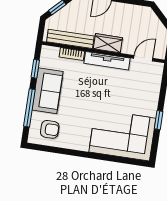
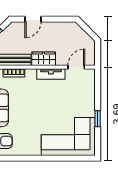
tv unit: (107, 61) -> (51, 74), width x0.71

